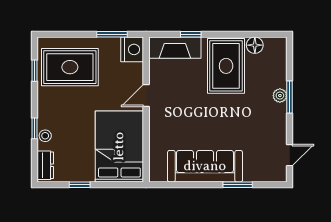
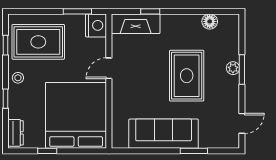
rug: (226, 66) -> (187, 76), moved
stool: (45, 136) -> (18, 78), moved
bed: (119, 146) -> (76, 115), width x1.36

